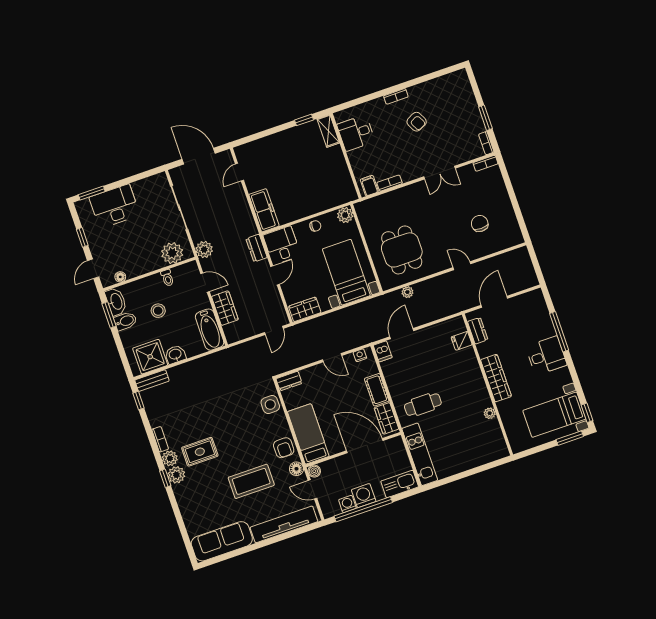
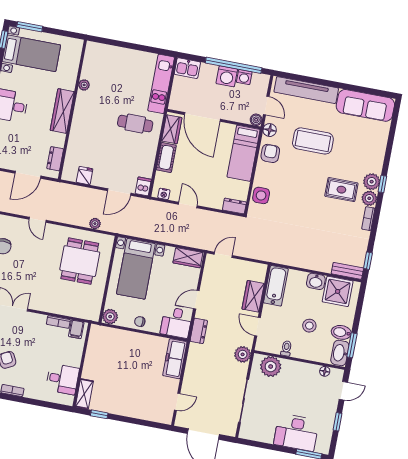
fridge: (462, 341) -> (85, 176), moved, turned -90
kitchen sink: (400, 484) -> (187, 68), width x0.73

